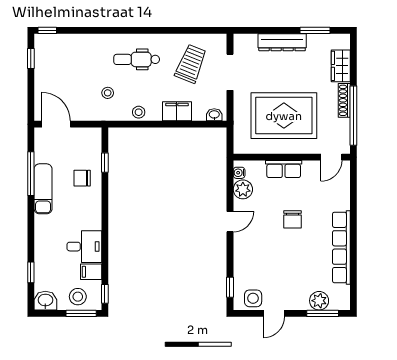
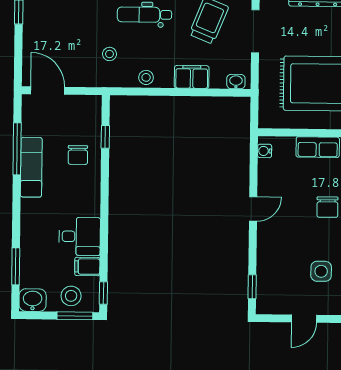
chair: (82, 178) -> (78, 155), turned -90
plant: (243, 189) -> (269, 171), removed
window: (31, 272) -> (16, 266), width x1.50
side table: (253, 298) -> (321, 271), moved

